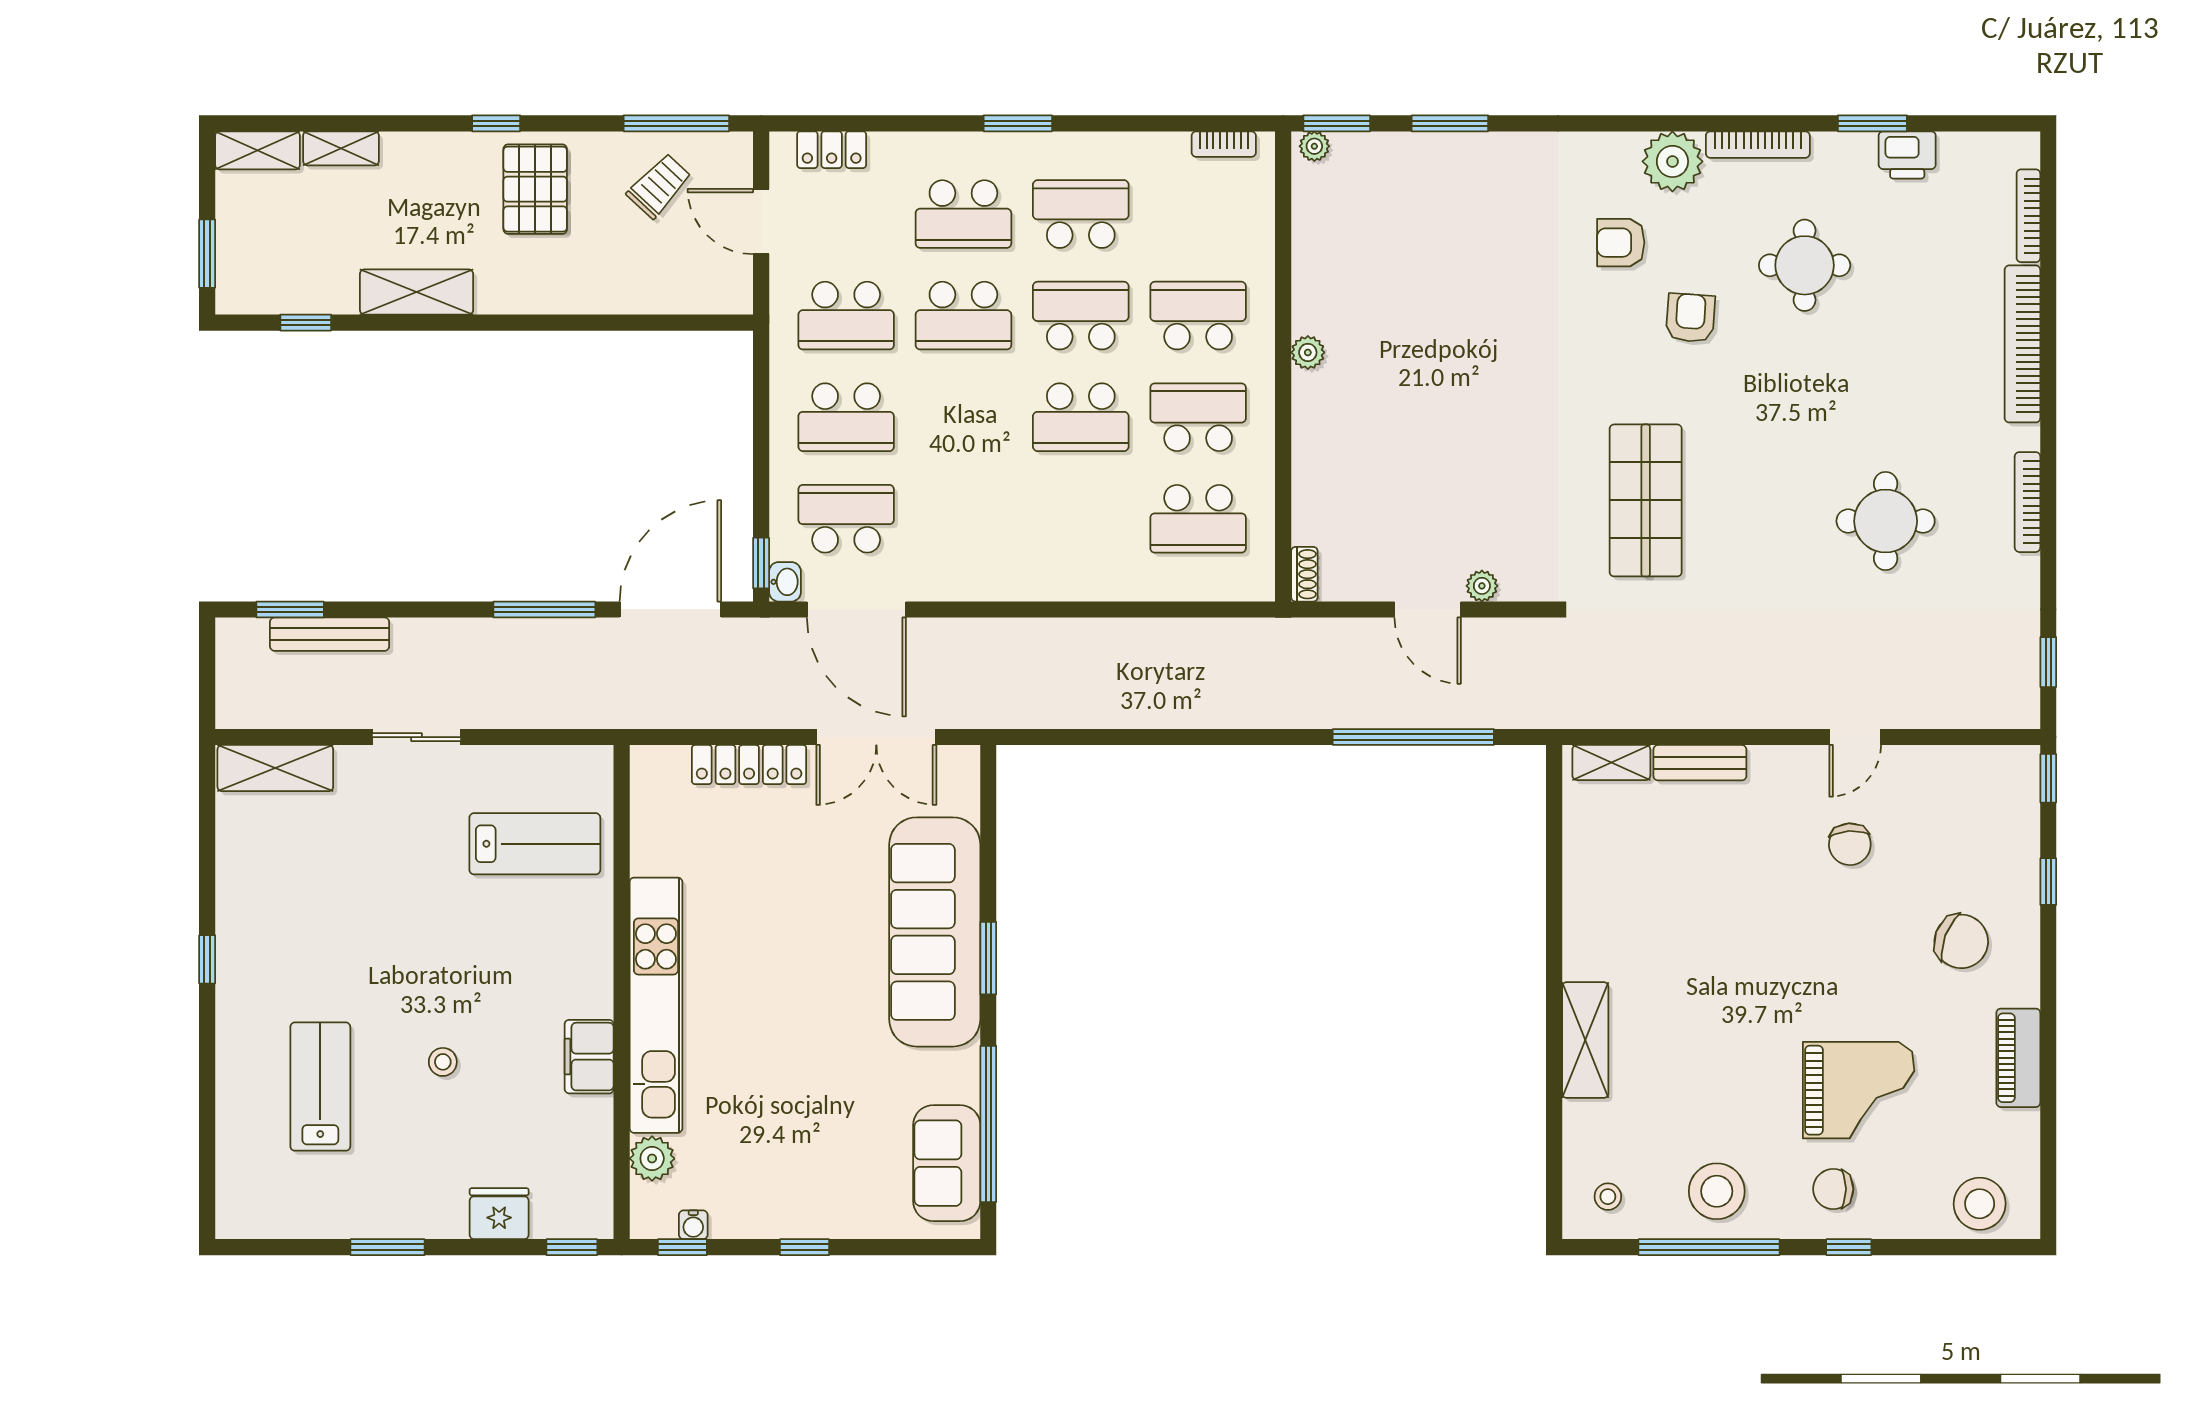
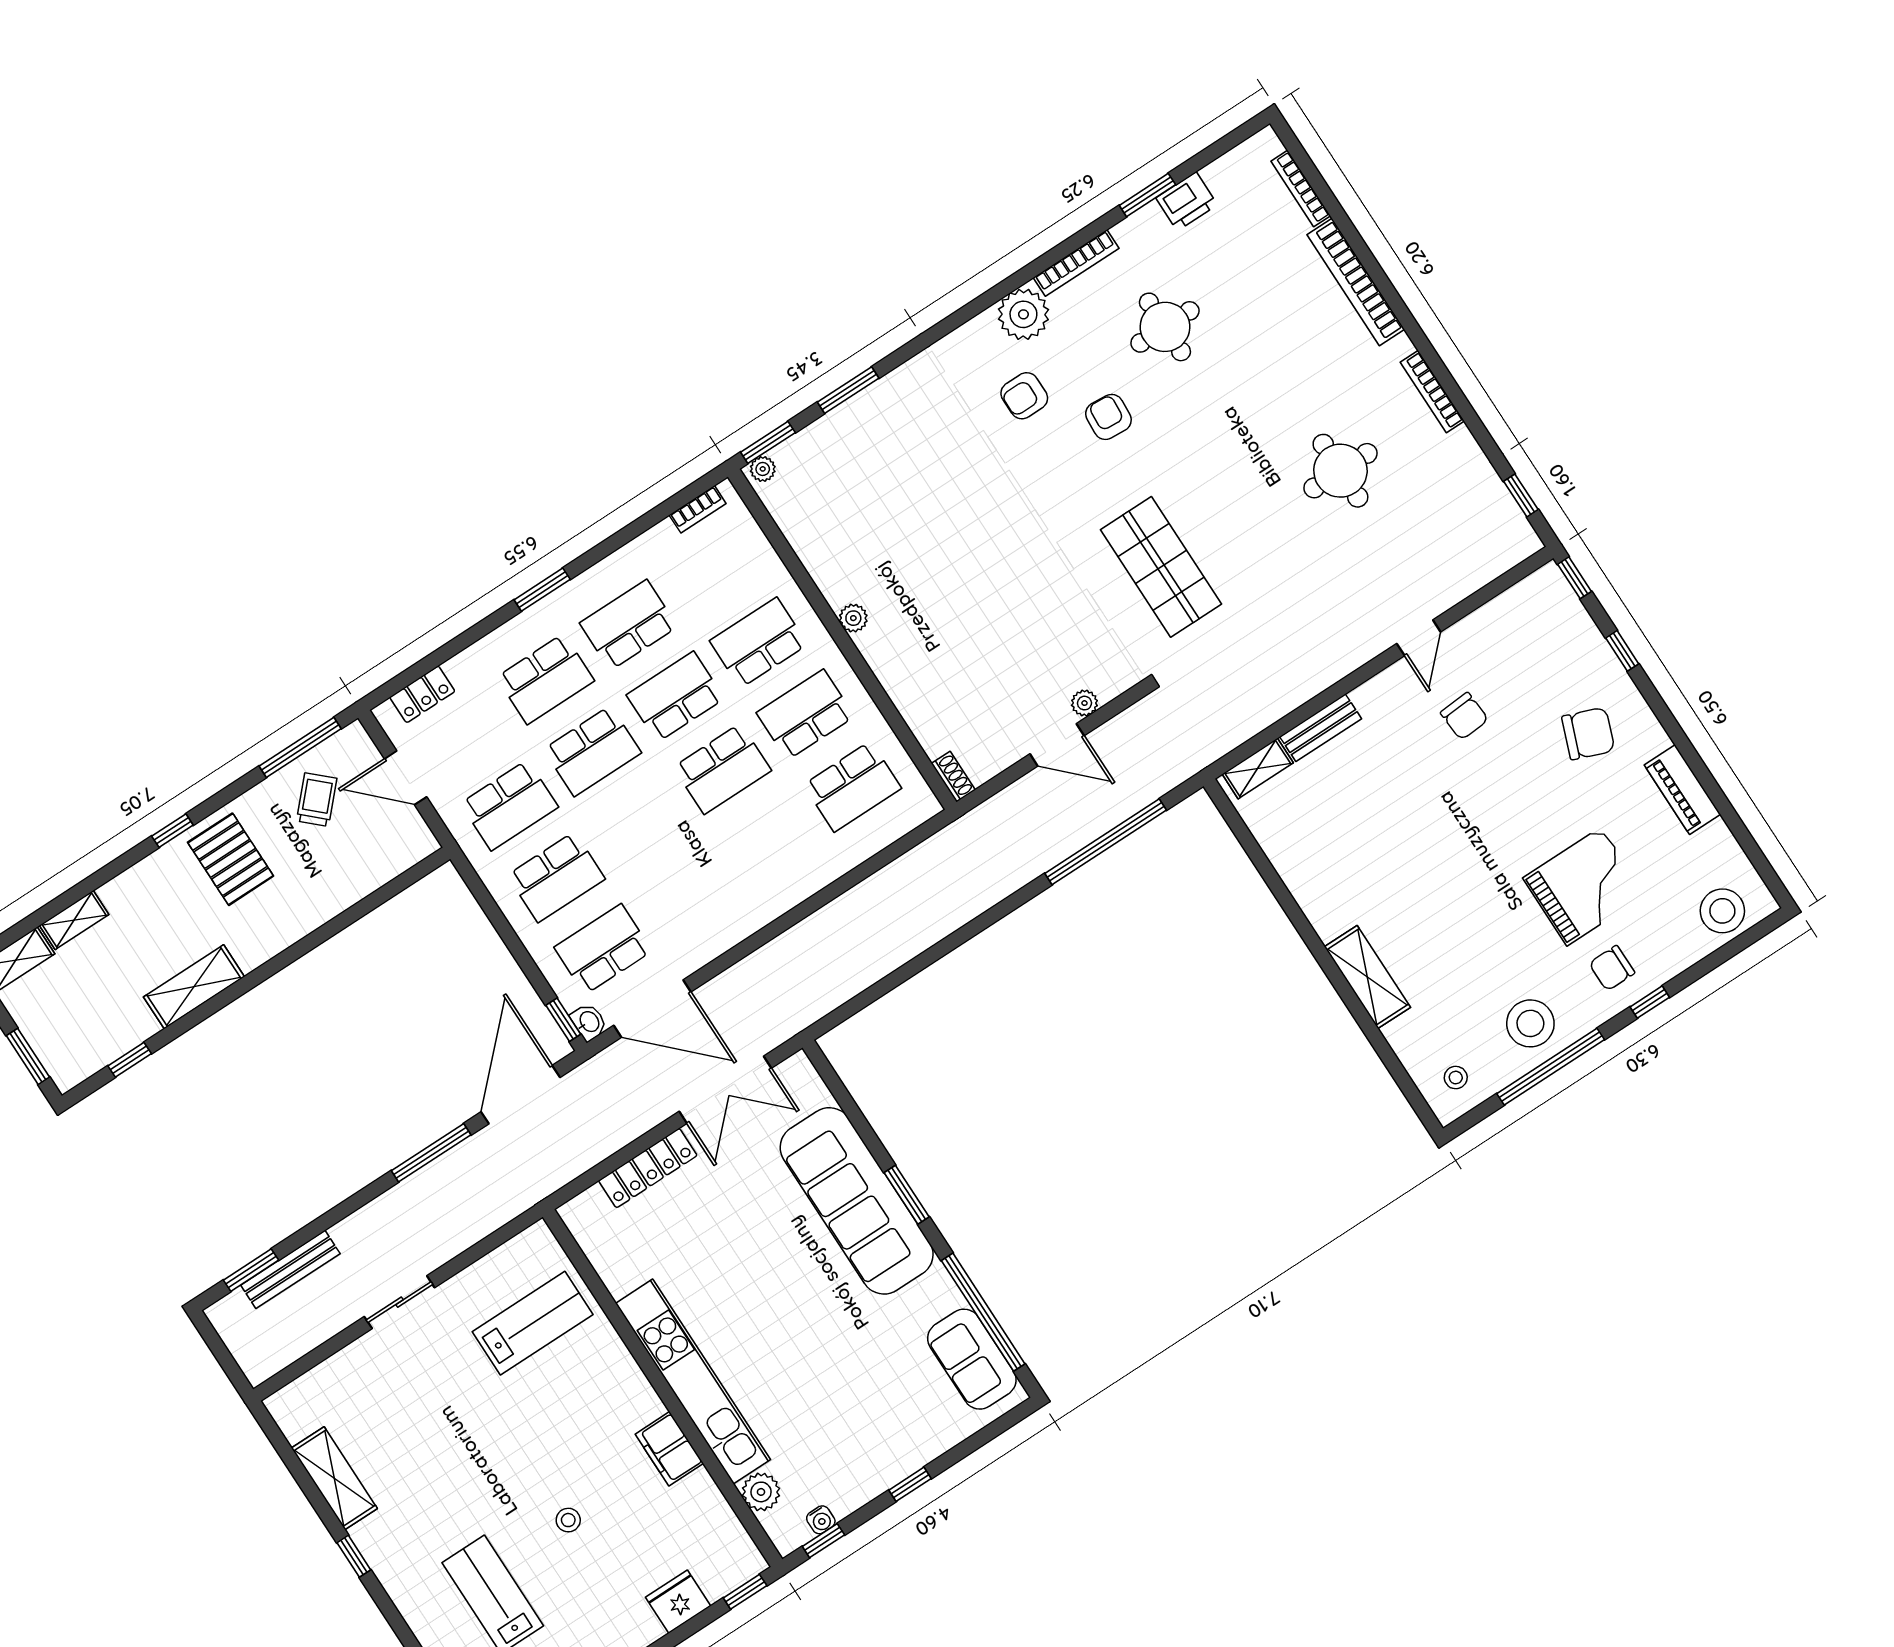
shelving: (275, 768) -> (334, 1478), moved, turned 90

